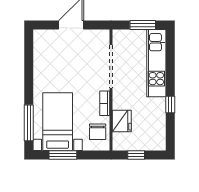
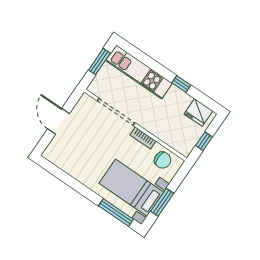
fridge: (122, 121) -> (198, 112), moved, turned 180

